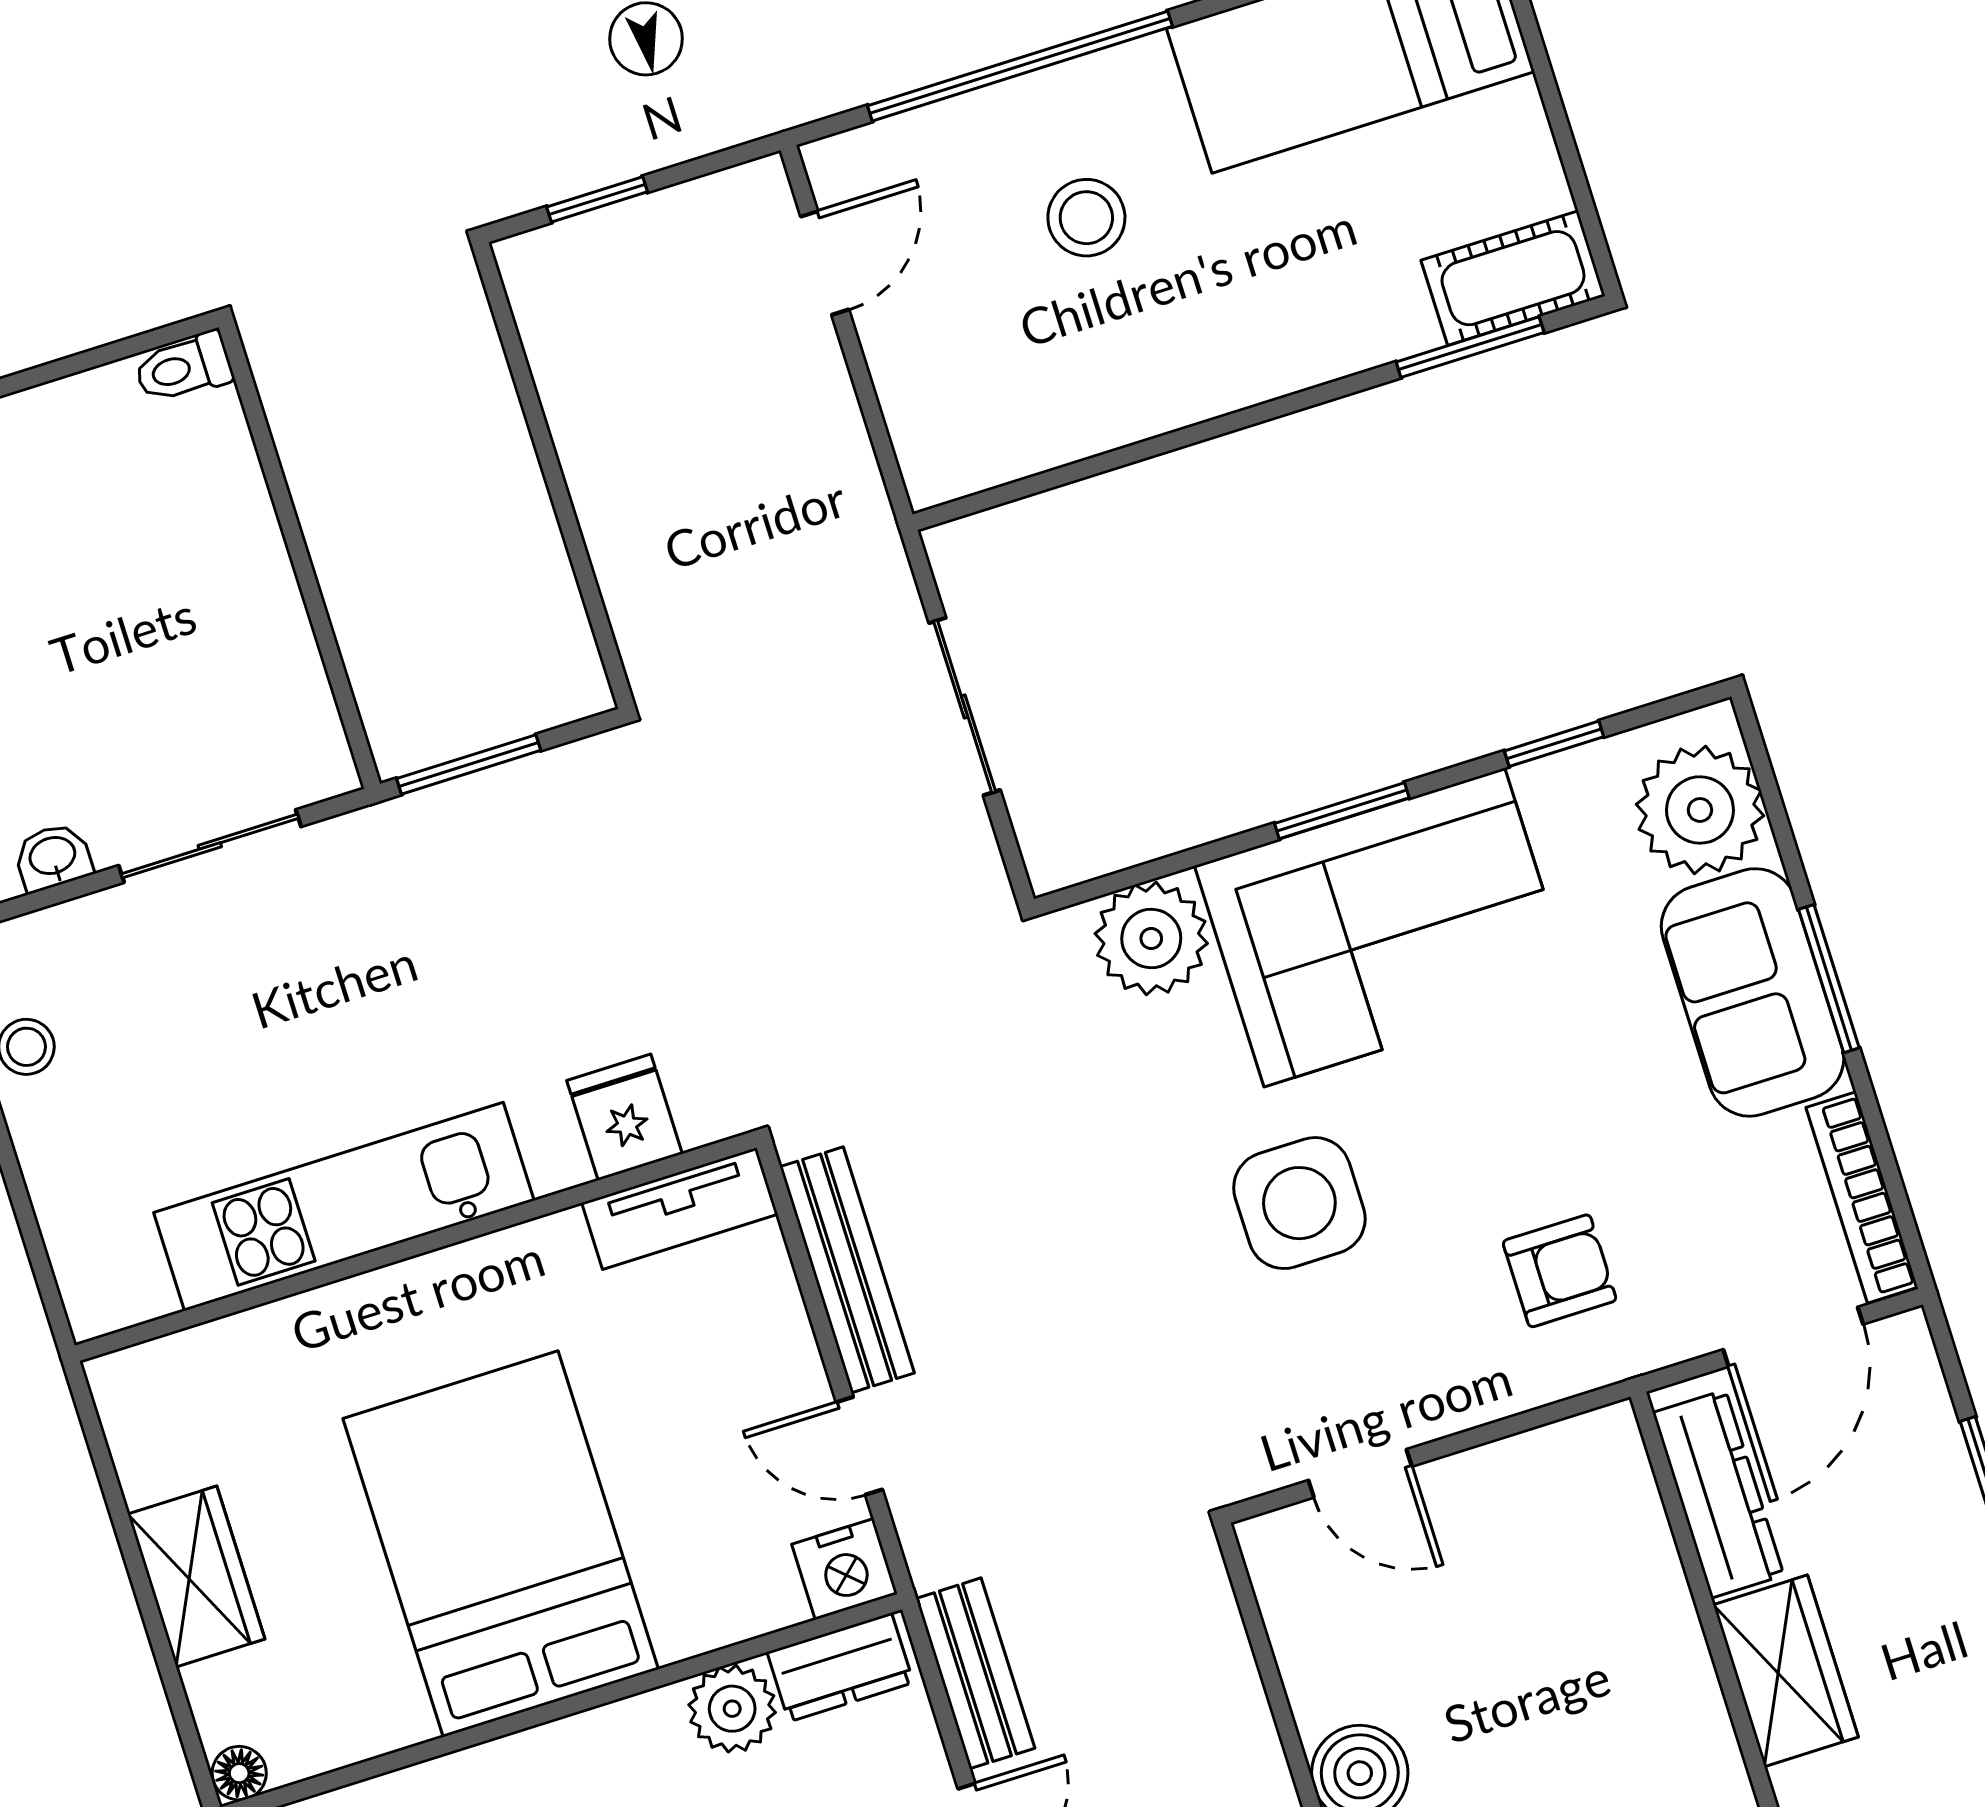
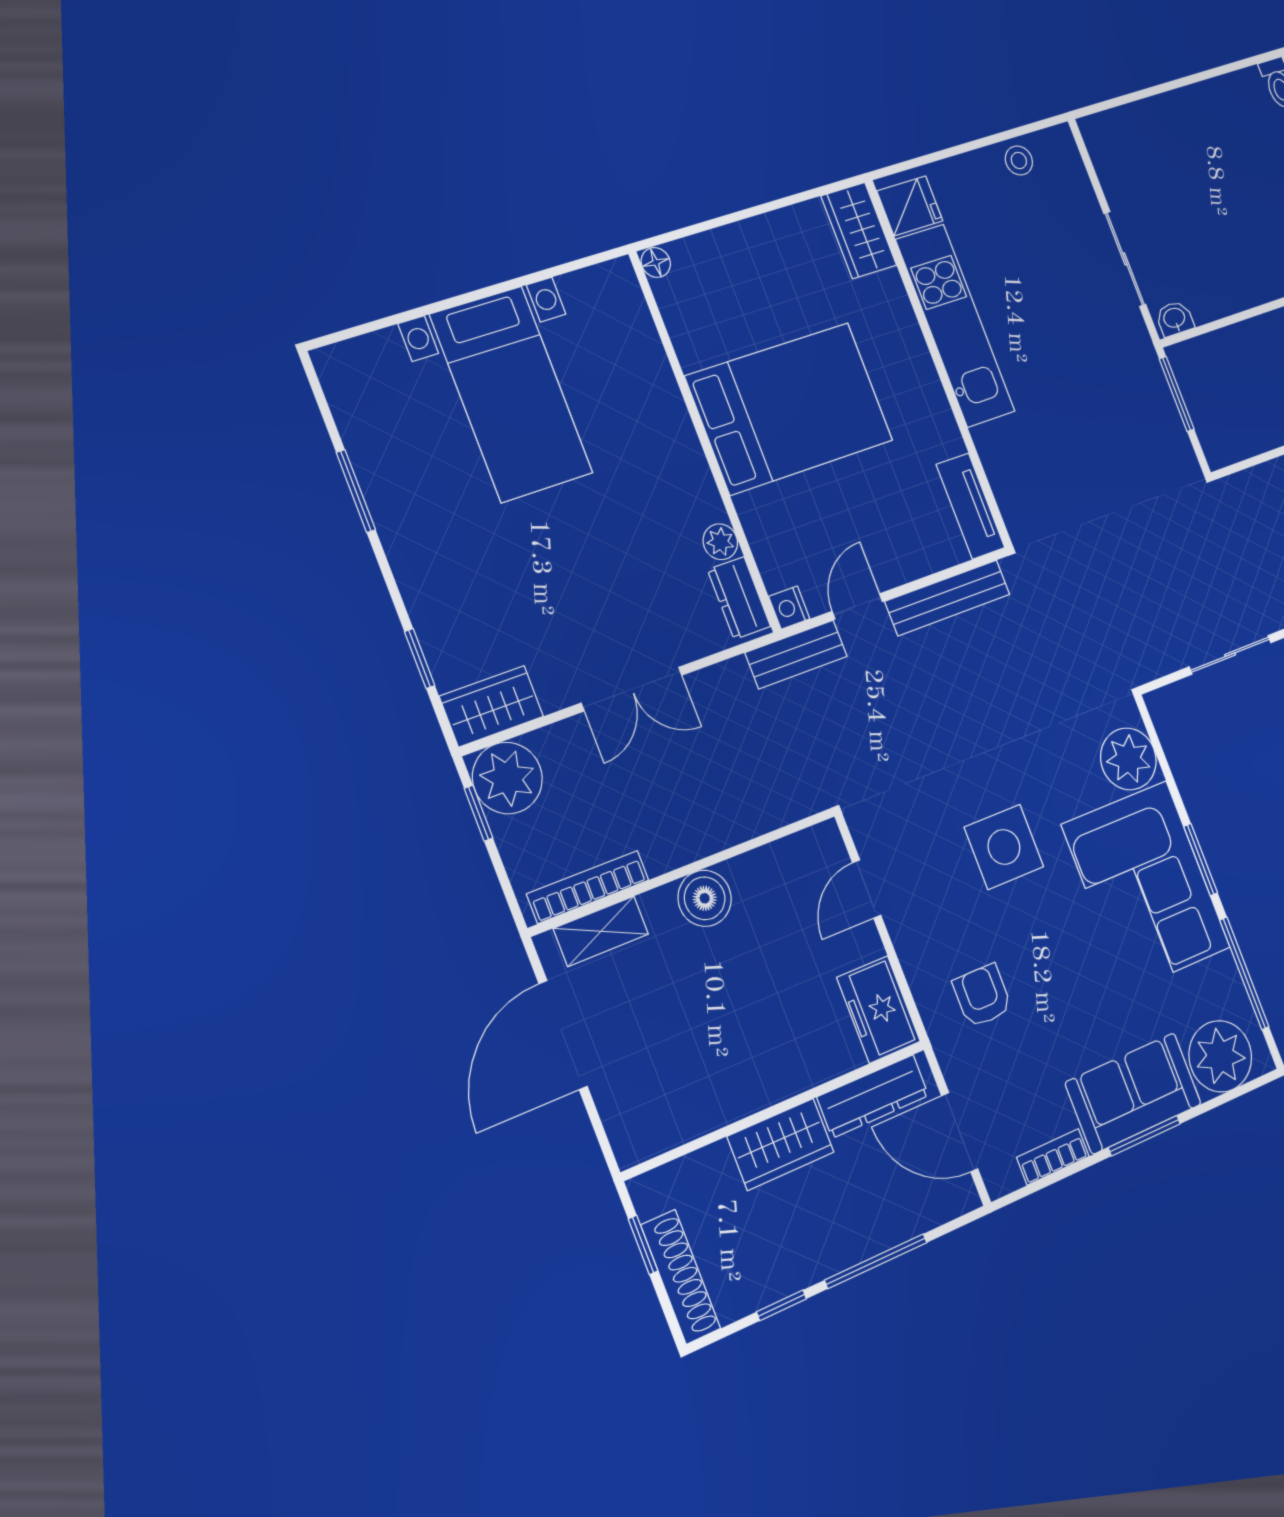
window: (1554, 744) -> (1244, 973), width x2.17
washbasin: (53, 857) -> (1175, 319), moved, turned -90
fridge: (625, 1117) -> (910, 206), moved
bookcase: (1862, 1197) -> (1053, 1157), width x0.64
armchair: (1560, 1271) -> (982, 996), turned 180
freezer: (1570, 1470) -> (879, 1009), added
nightstand: (845, 1569) -> (789, 608), width x0.72, depth x0.74
wardrobe: (196, 1577) -> (859, 231), moved, turned 90
bench: (975, 1673) -> (796, 654), moved
plant: (732, 1709) -> (720, 542), width x0.73, depth x0.73

